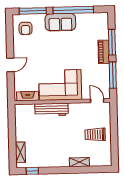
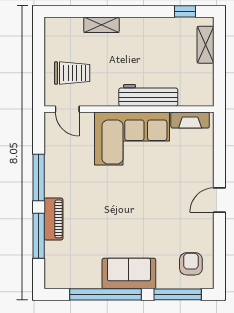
corner sofa: (60, 85) -> (132, 139), moved
fireplace: (28, 96) -> (190, 120), moved
door: (97, 101) -> (67, 109), moved
wall: (62, 102) -> (129, 109), moved
workbench: (52, 110) -> (148, 95), moved

